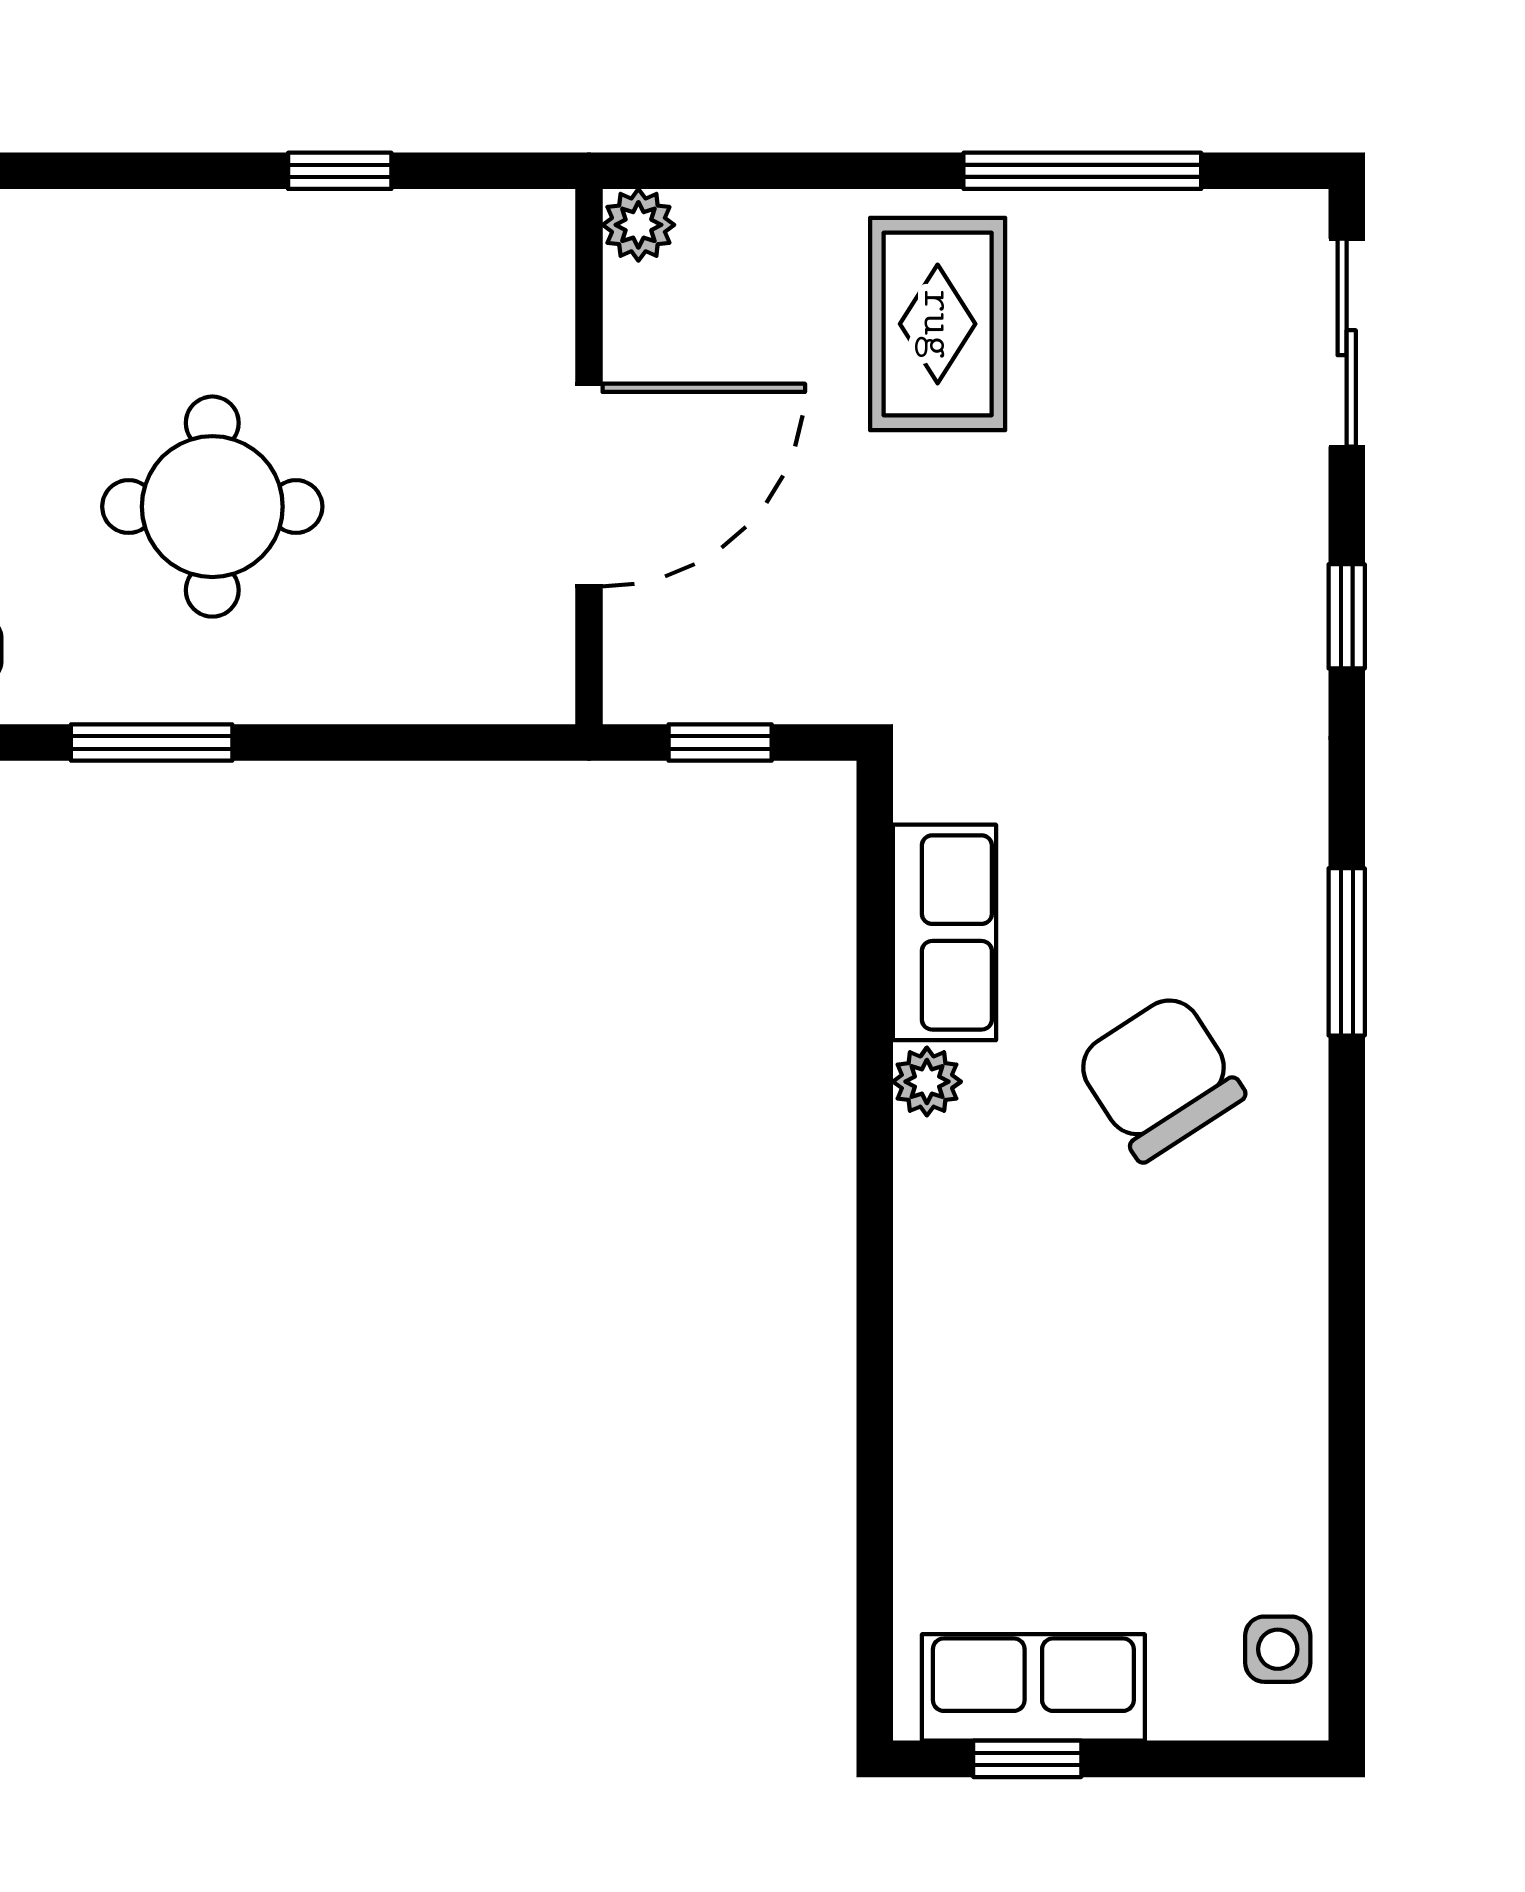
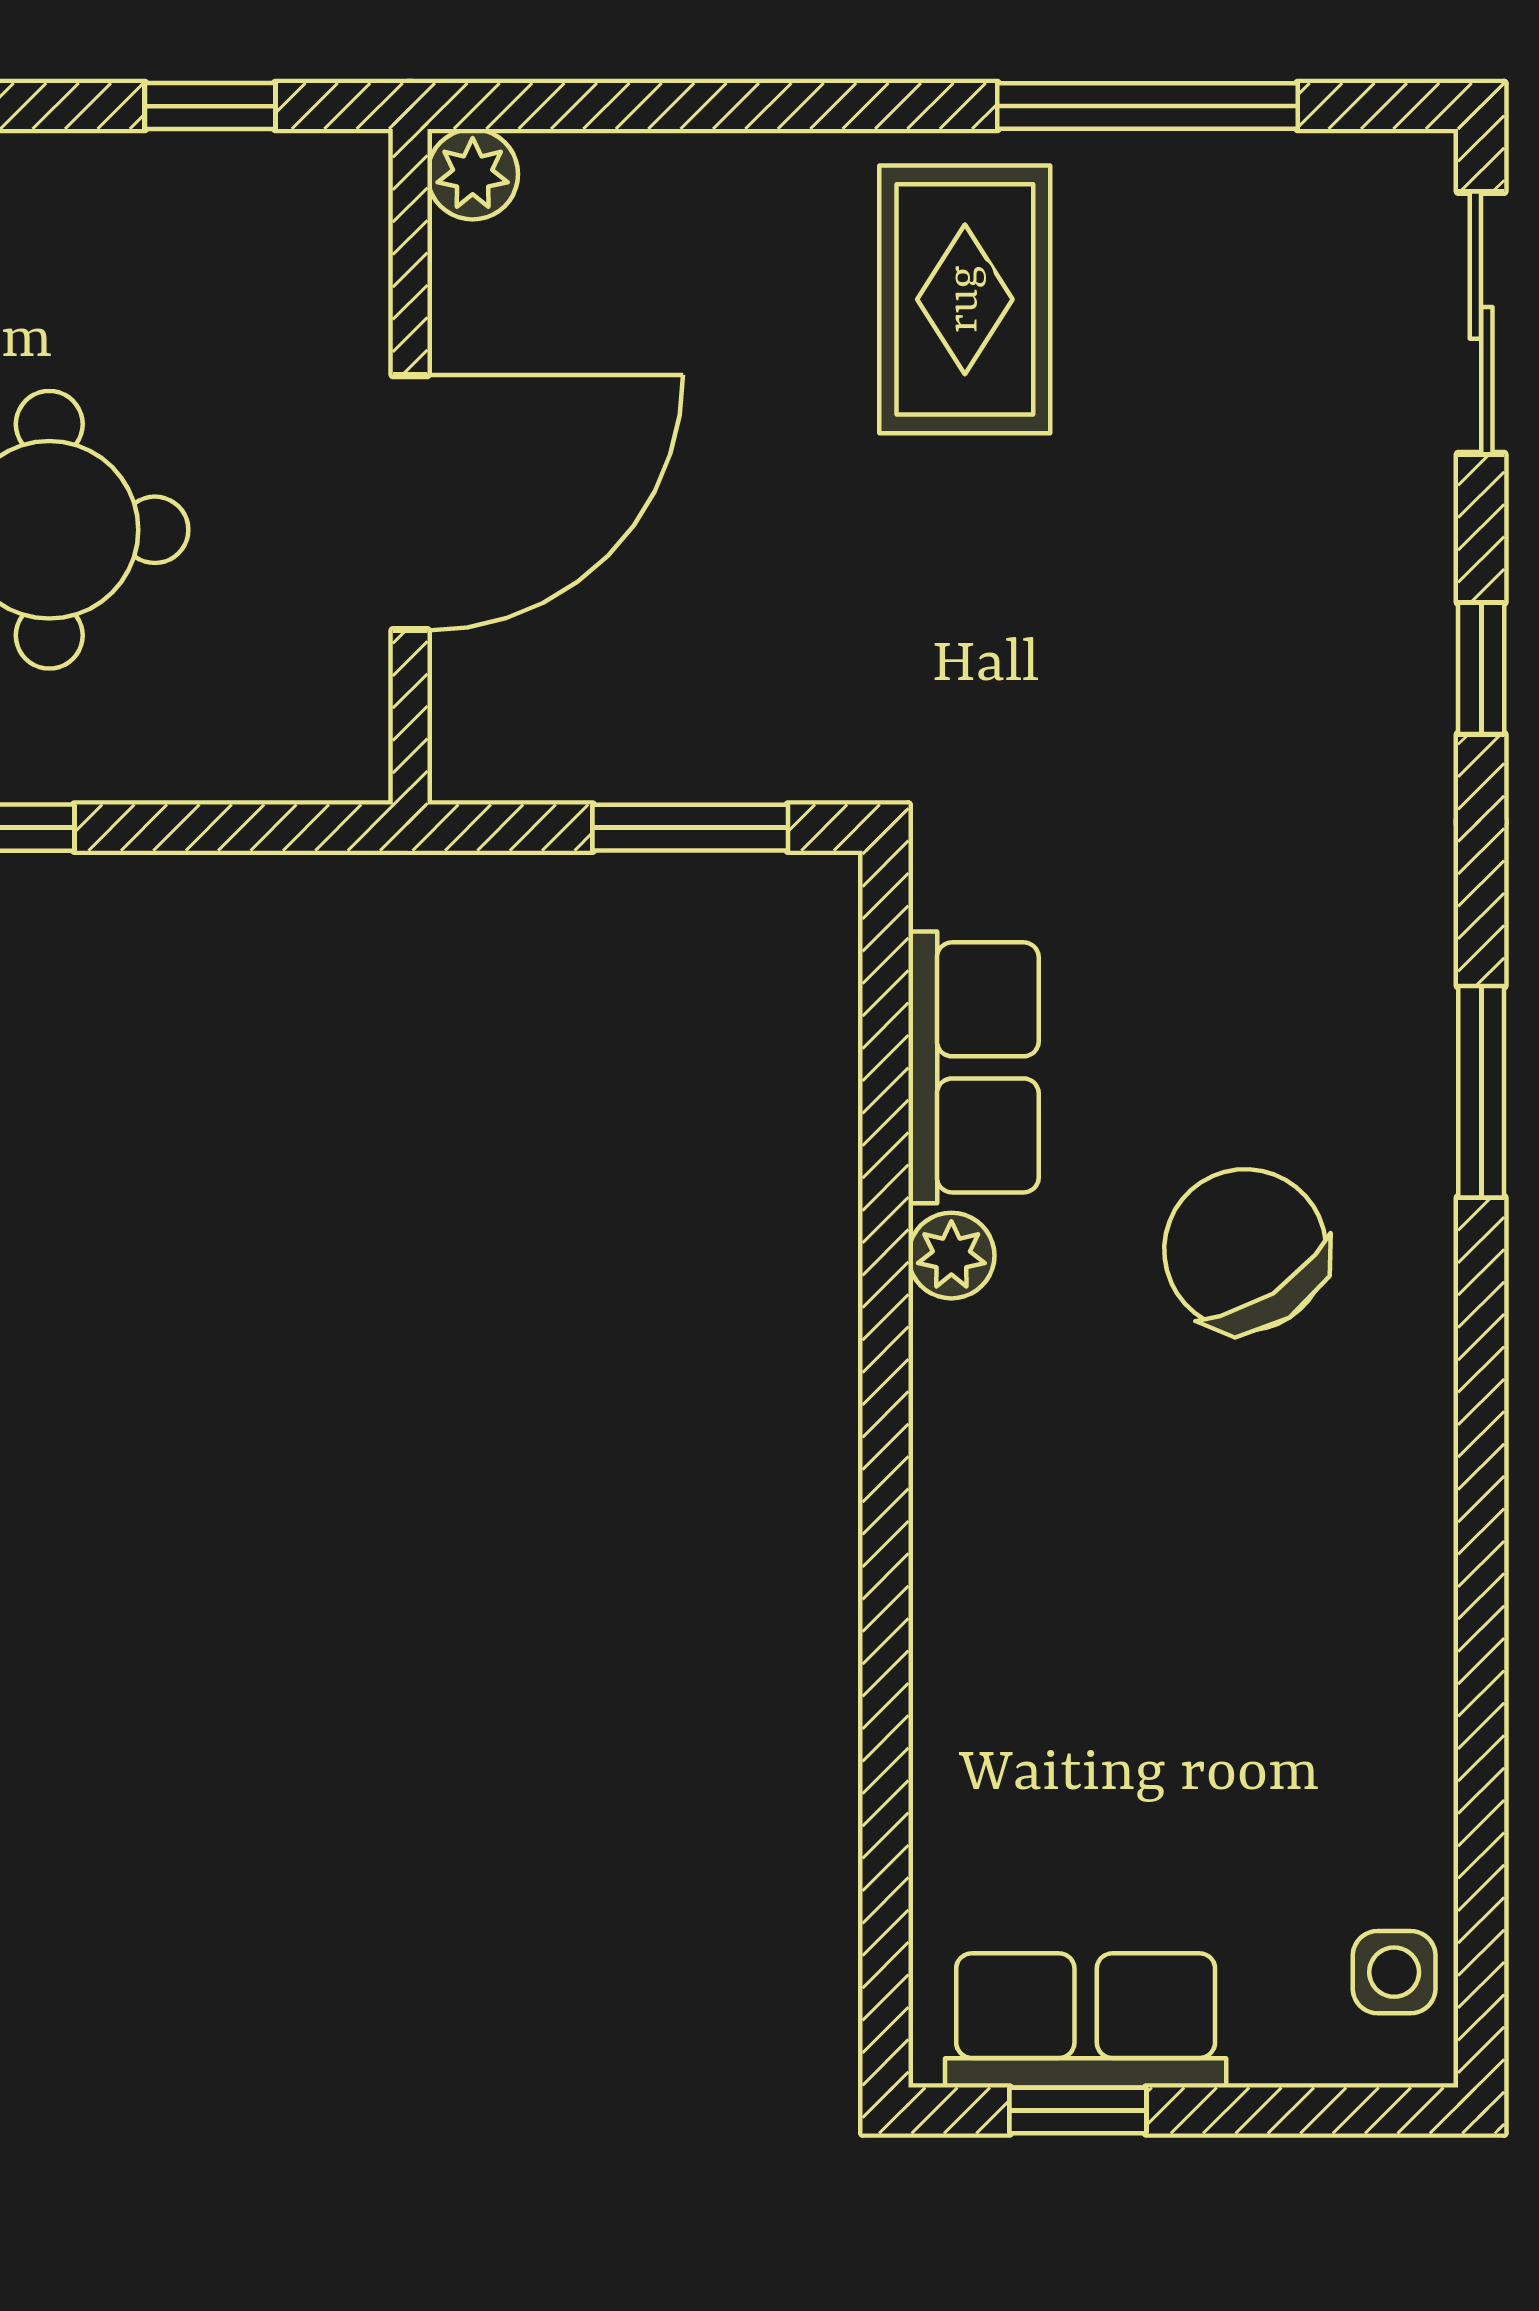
plant: (638, 225) -> (473, 174), moved
wall: (589, 457) -> (410, 467), moved
door: (589, 485) -> (410, 503), moved
window: (720, 743) -> (690, 828), width x1.50

